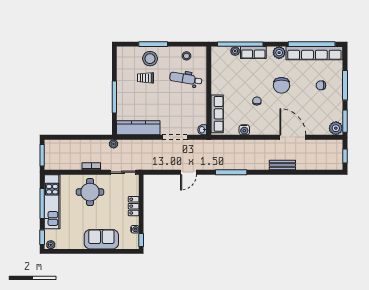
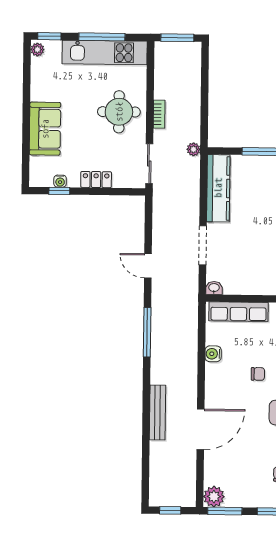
bench: (282, 165) -> (157, 412), width x1.36
window: (141, 240) -> (59, 191), moved

